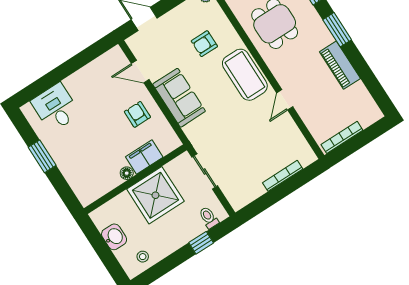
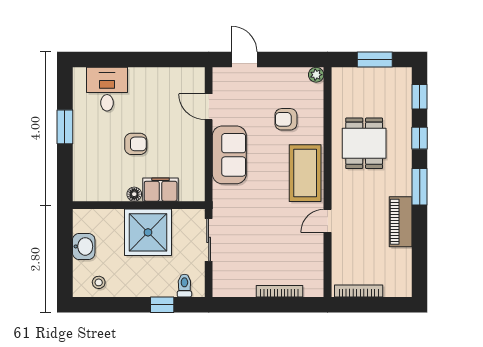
armchair: (137, 114) -> (136, 144), moved, turned 90

